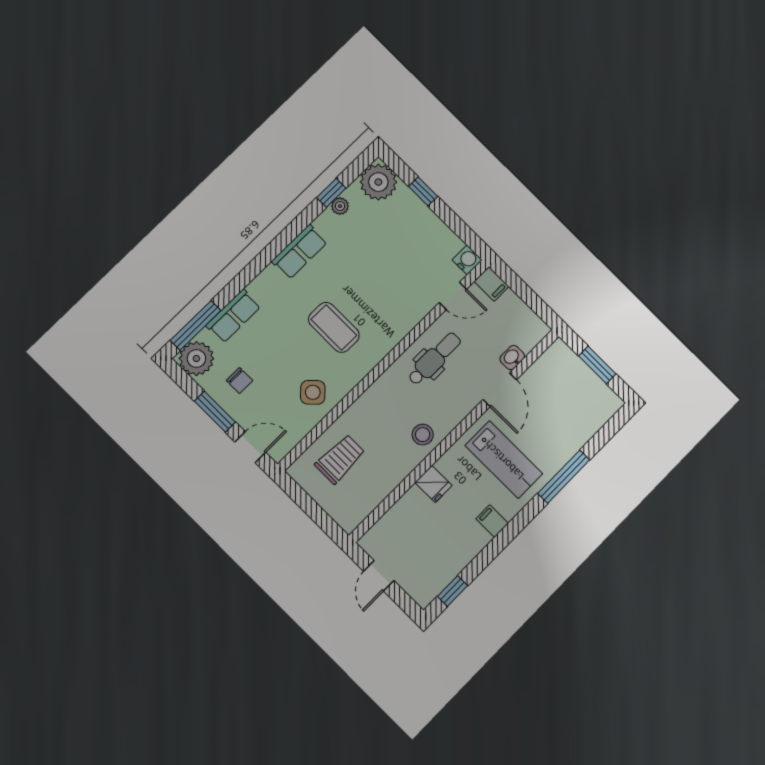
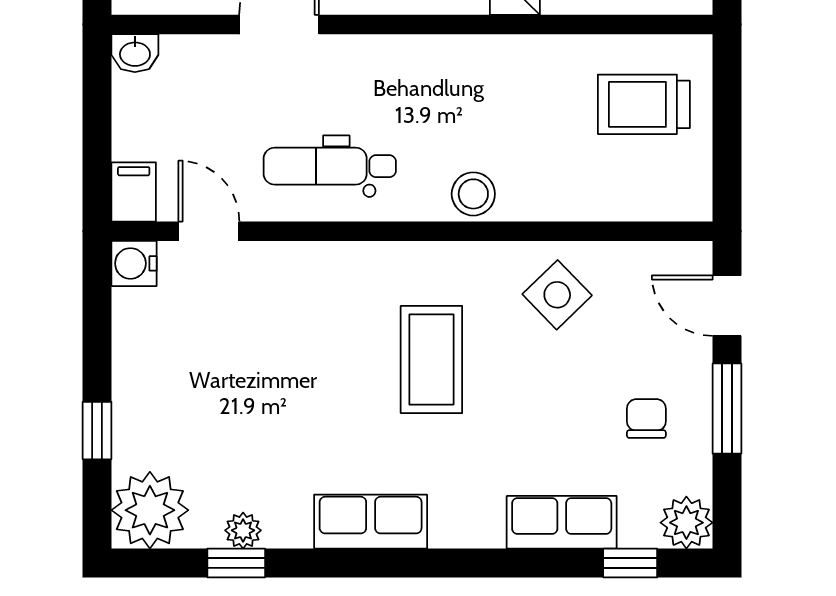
window: (196, 325) -> (630, 563), width x0.46
washbasin: (512, 358) -> (135, 53), moved
plant: (196, 359) -> (686, 523), width x0.73, depth x0.73
stool: (423, 435) -> (473, 194), moved
trolley: (340, 459) -> (644, 104), moved

